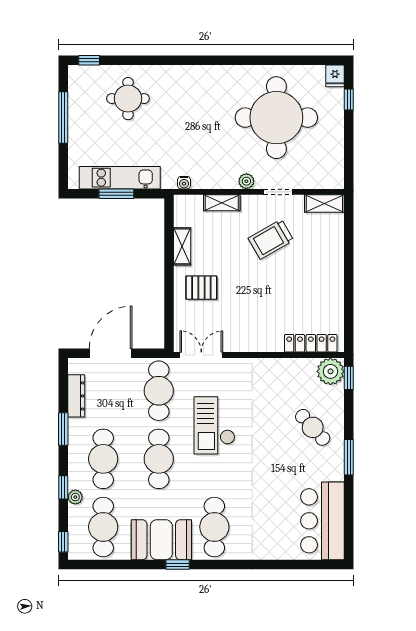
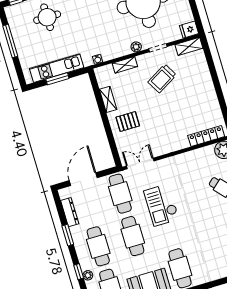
fridge: (332, 179) -> (189, 30), added

